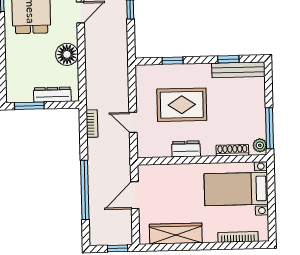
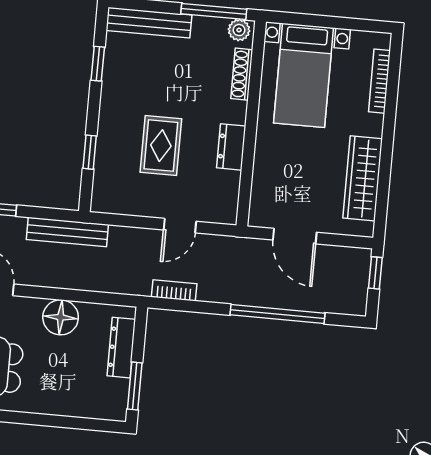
bench: (121, 52) -> (67, 232), added
bench: (238, 70) -> (149, 23), moved, turned 90
rug: (182, 105) -> (161, 146), width x0.73, depth x0.70

